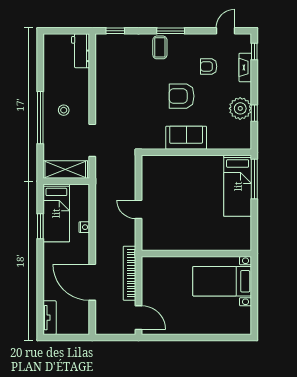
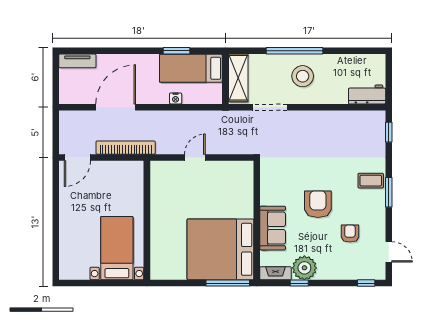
fireplace: (245, 67) -> (276, 273), moved
stool: (64, 110) -> (303, 76), width x1.89, depth x1.89
sofa: (186, 138) -> (273, 228), moved
bed: (238, 186) -> (220, 249), width x2.04

